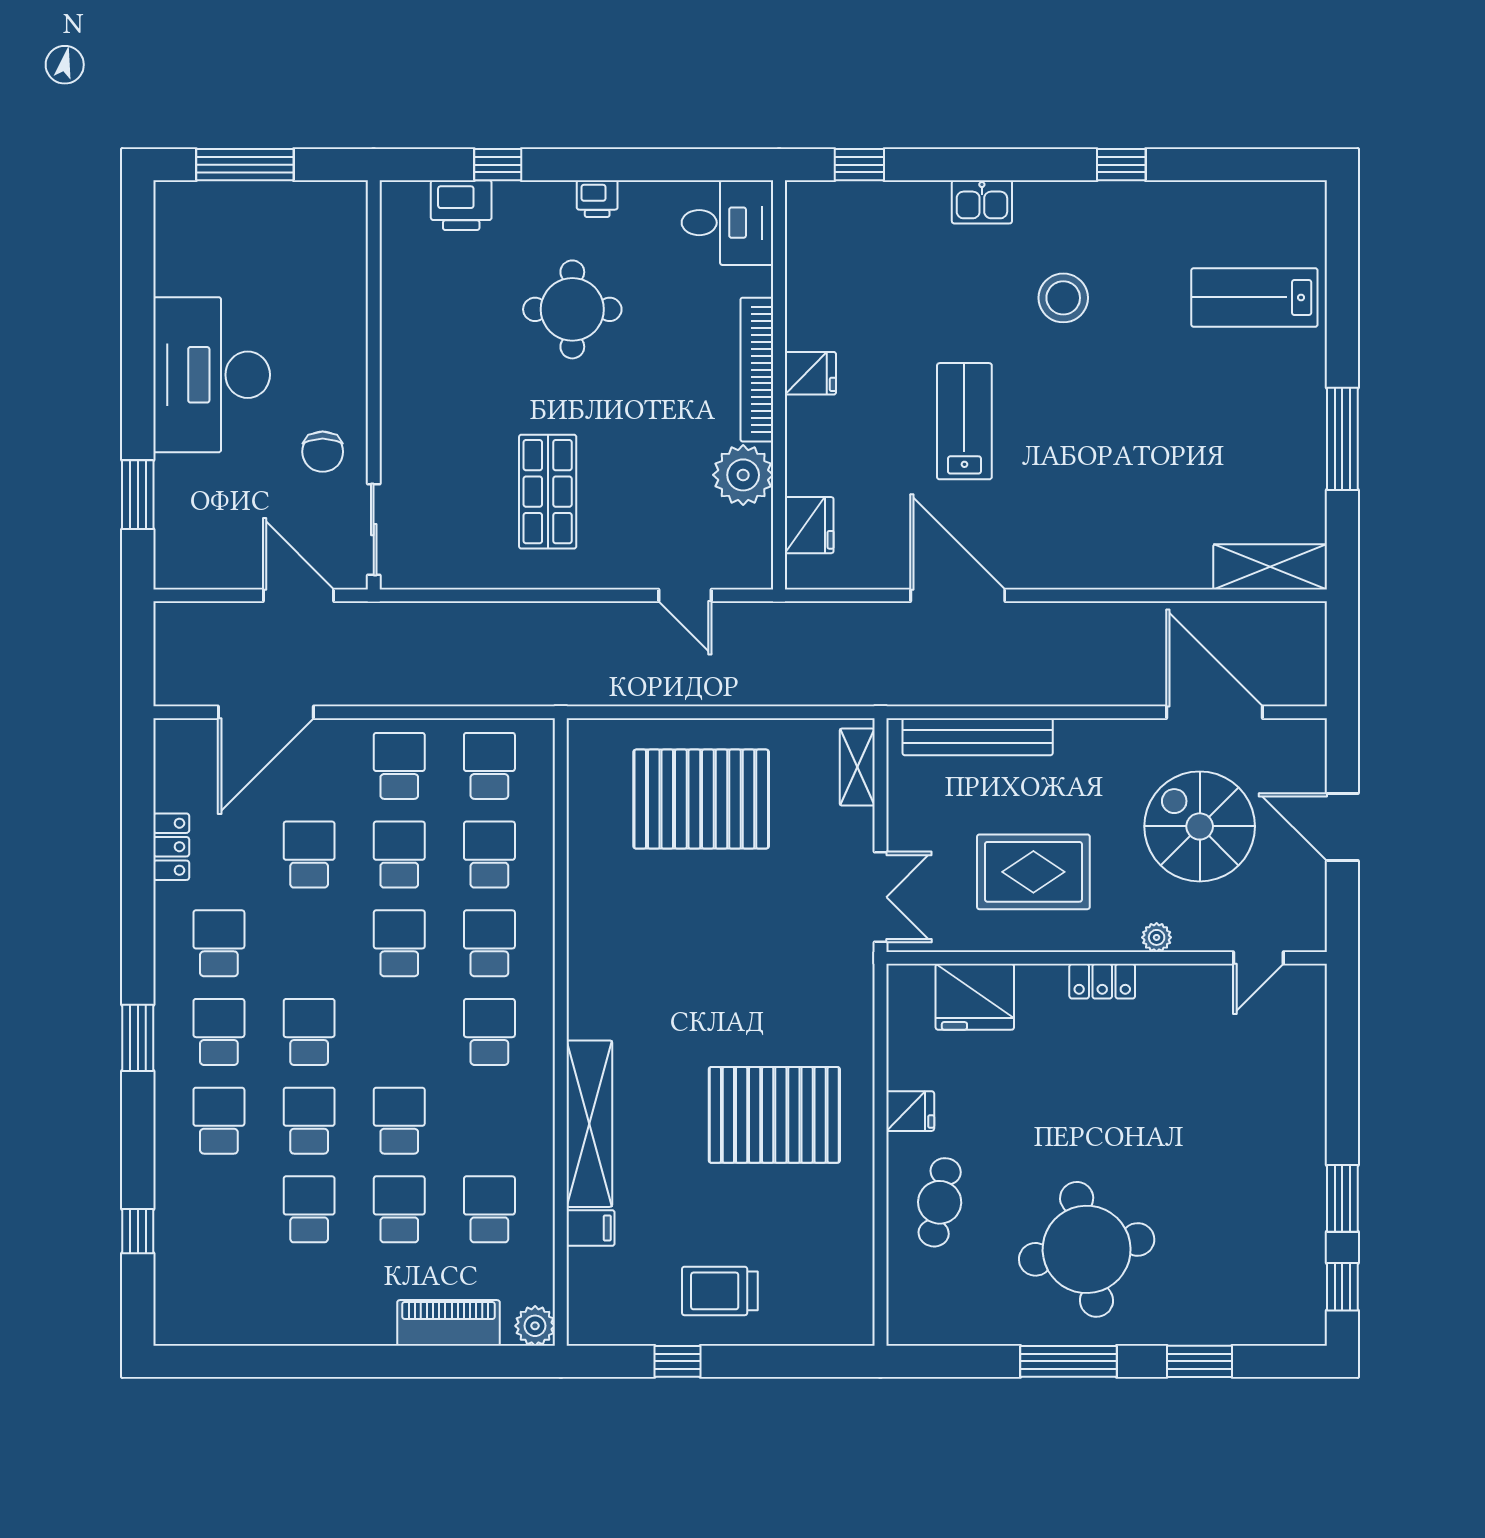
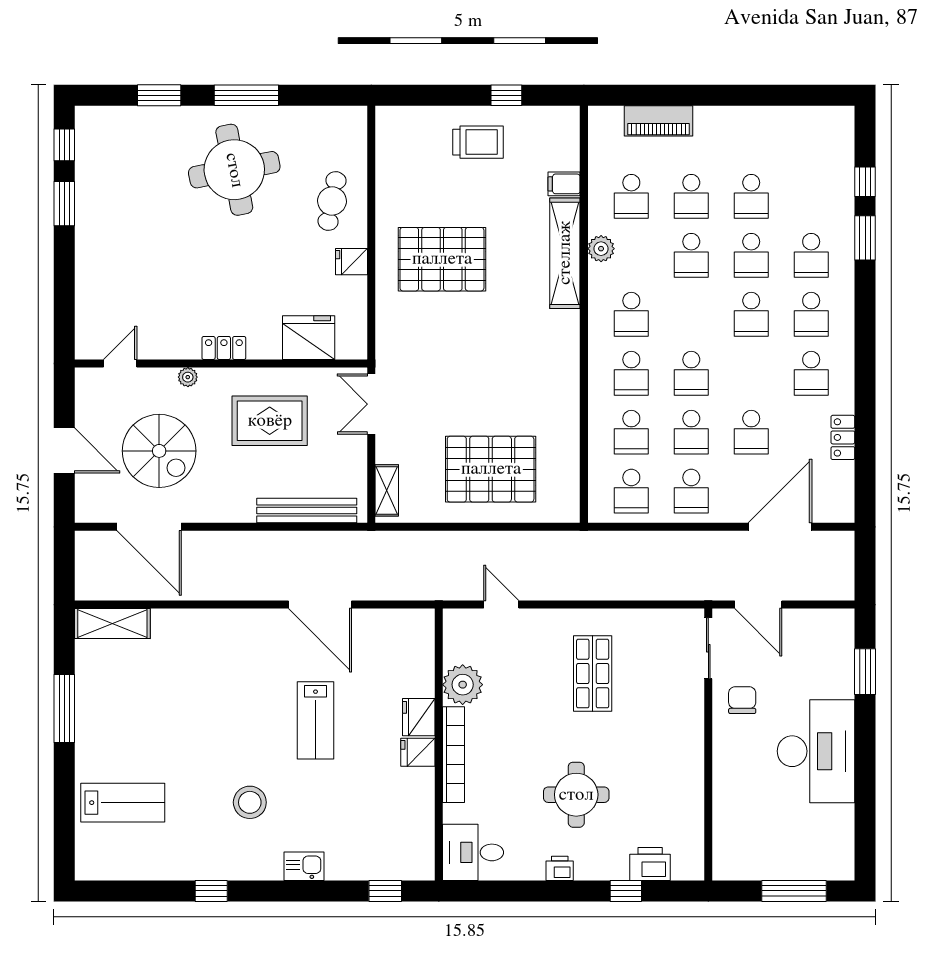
fridge: (809, 525) -> (419, 717), moved
window: (138, 1038) -> (865, 238), moved
plant: (535, 1326) -> (601, 249), moved

